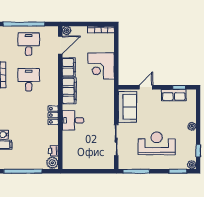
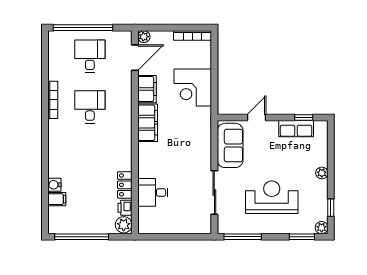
locker: (53, 115) -> (125, 185), moved
desk: (73, 120) -> (153, 192), moved

